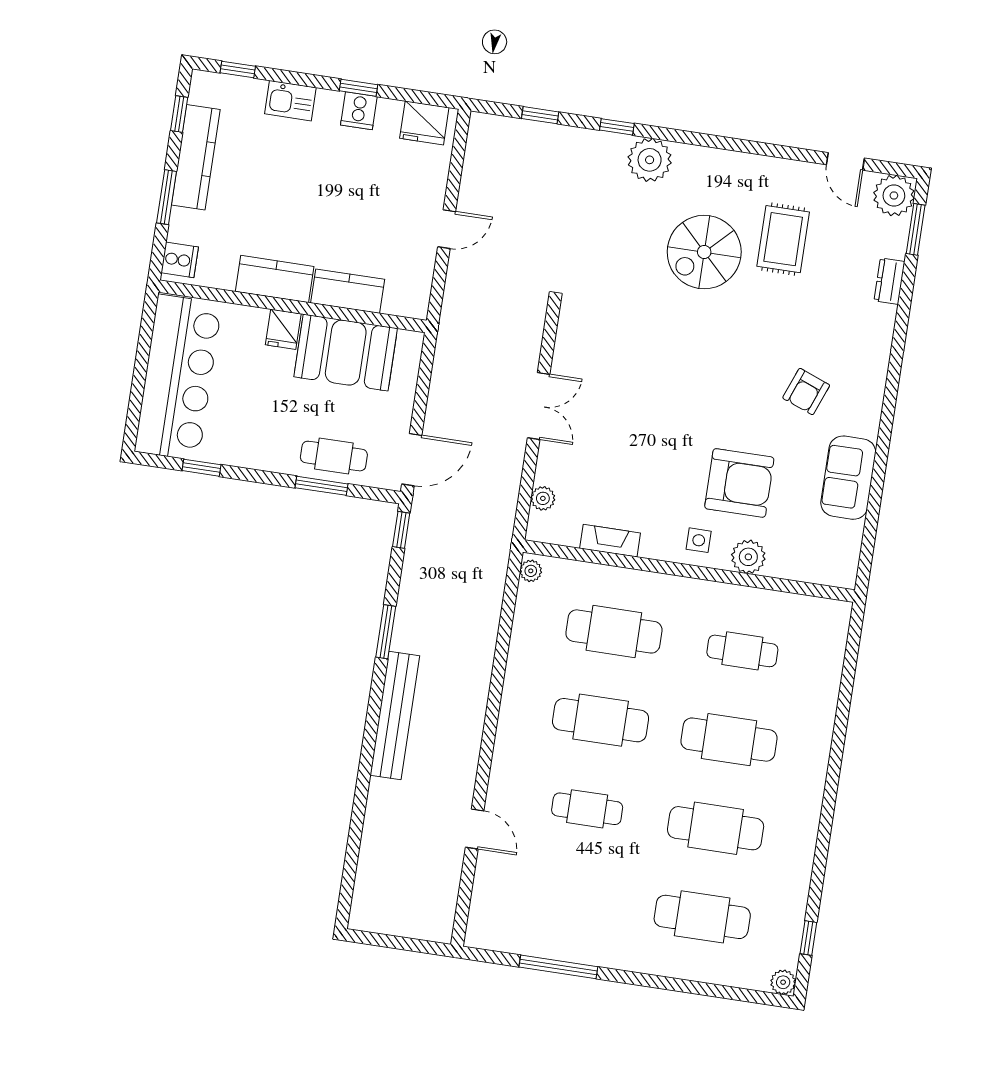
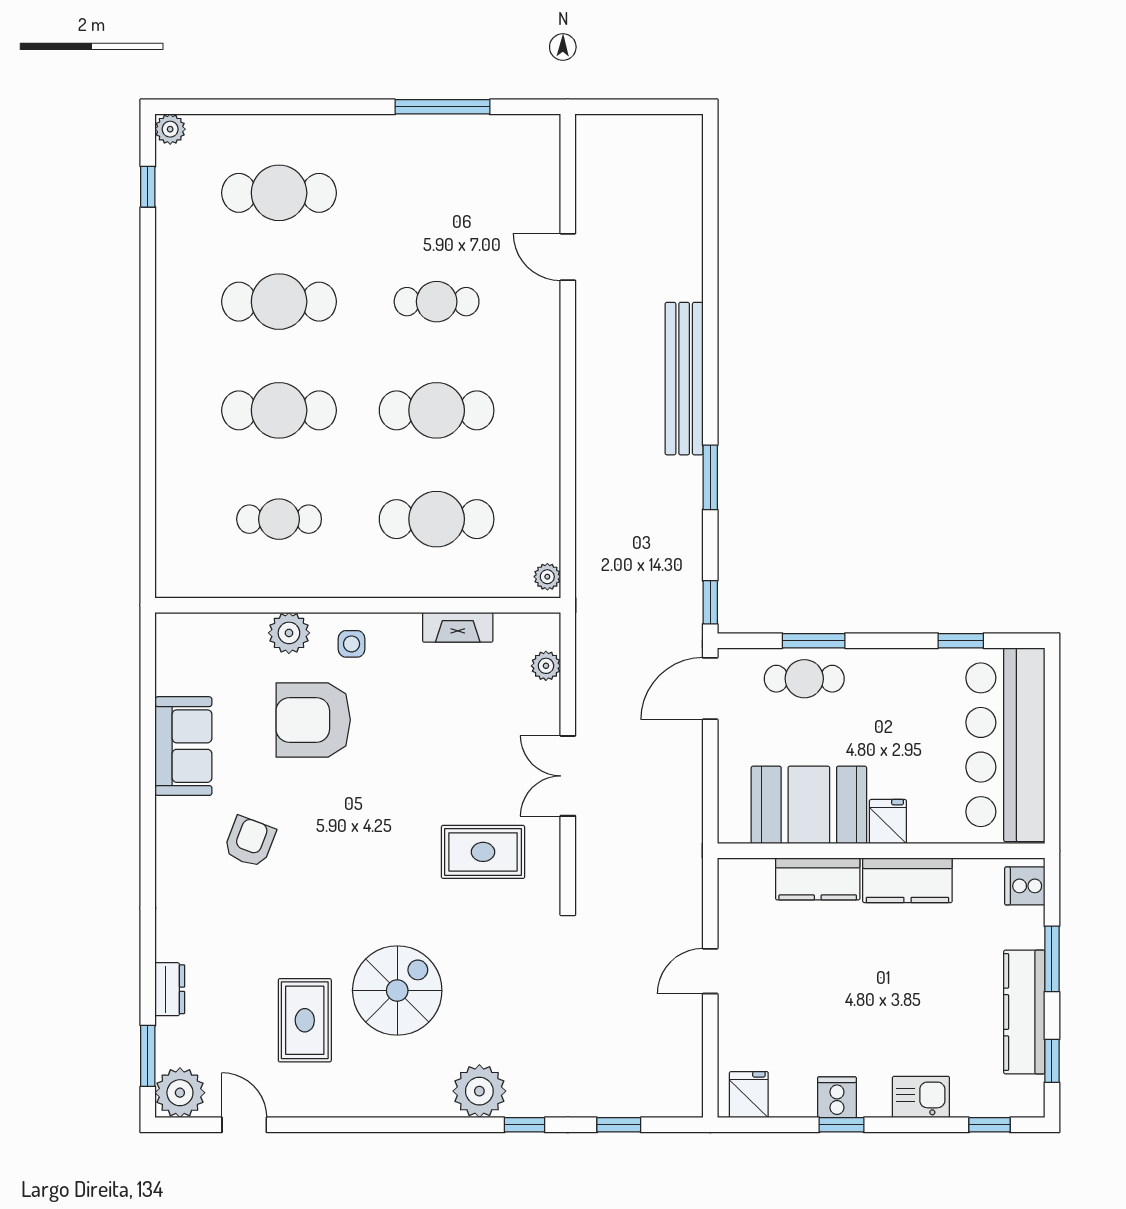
fridge: (424, 123) -> (749, 1095), width x0.72
rug: (617, 354) -> (483, 852), added

